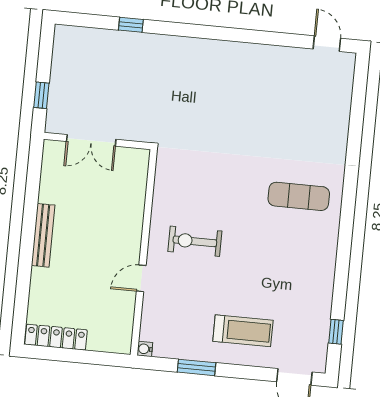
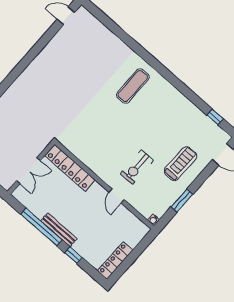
locker: (134, 191) -> (70, 168), added
window: (30, 210) -> (41, 227), added
exercise bike: (195, 241) -> (137, 167), moved
window: (24, 278) -> (73, 255), added

